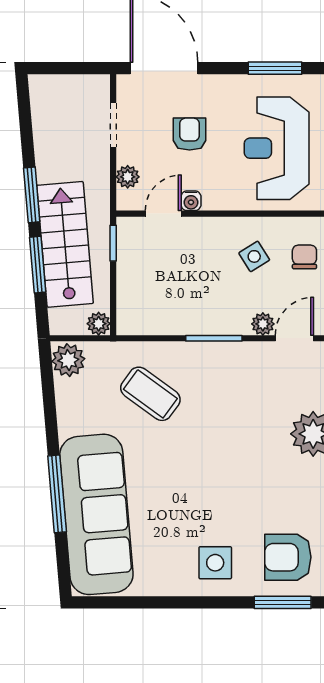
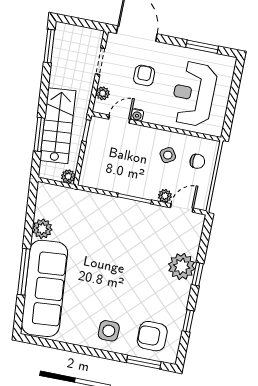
window: (32, 195) -> (49, 46), moved
chair: (304, 257) -> (197, 161), turned 90
plant: (68, 360) -> (42, 229), moved
coffee table: (150, 394) -> (91, 224), removed

